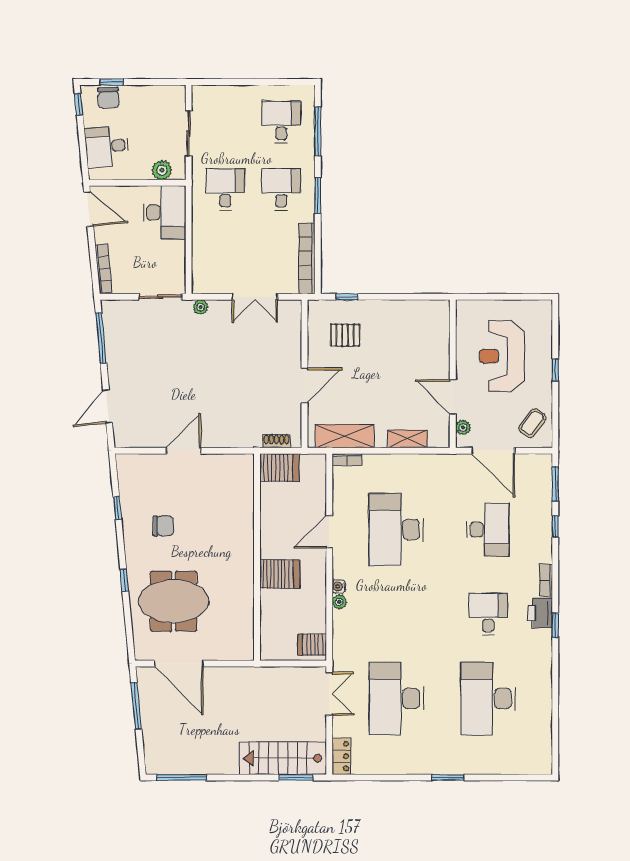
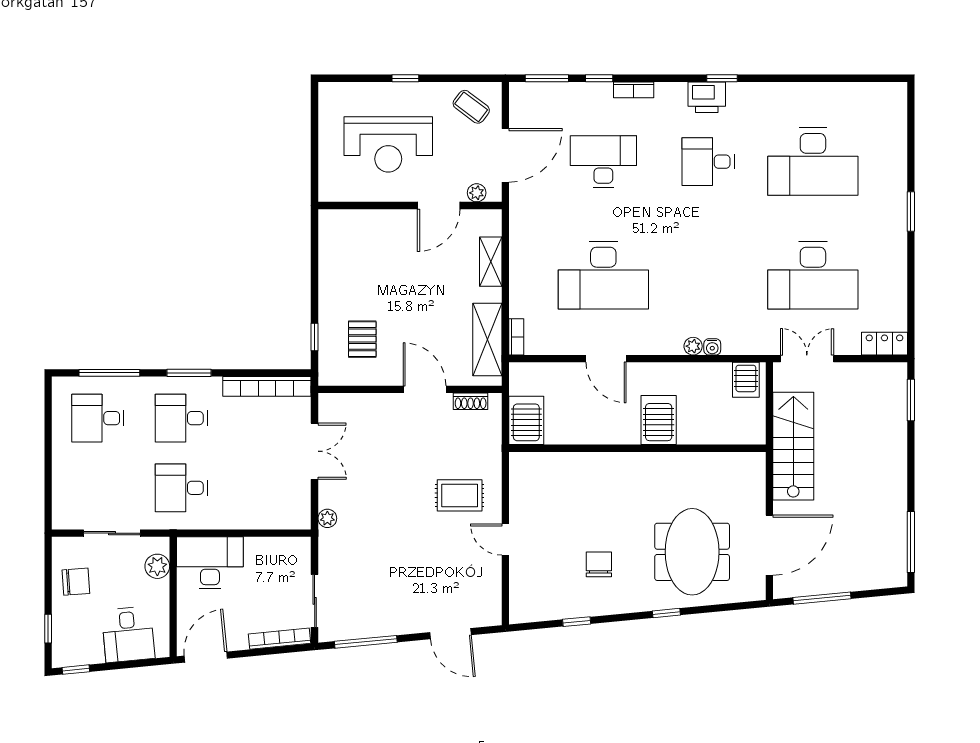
chair: (108, 98) -> (76, 582), moved
sliding door: (160, 297) -> (315, 601), moved
rug: (219, 414) -> (460, 495), added
shoe rack: (276, 441) -> (471, 401), moved, turned -90
door: (183, 451) -> (505, 540), width x0.73
bookcase: (546, 580) -> (634, 90), moved
water cooler: (339, 587) -> (712, 347), moved
stairs: (283, 758) -> (793, 446), moved, turned 180

